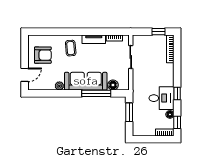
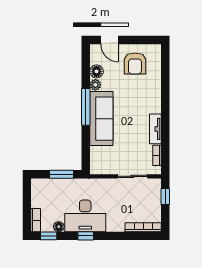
window: (158, 32) -> (165, 196), moved
coffee table: (71, 48) -> (144, 99), removed
floor lamp: (113, 85) -> (97, 71), moved
window: (96, 93) -> (86, 107), moved
desk: (161, 98) -> (85, 216), width x1.37

